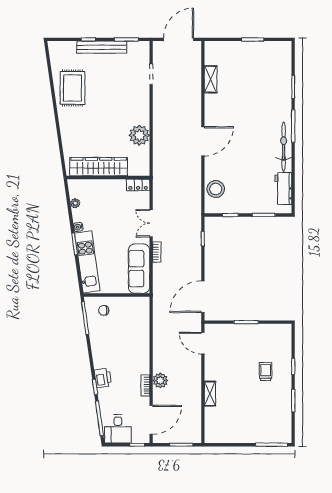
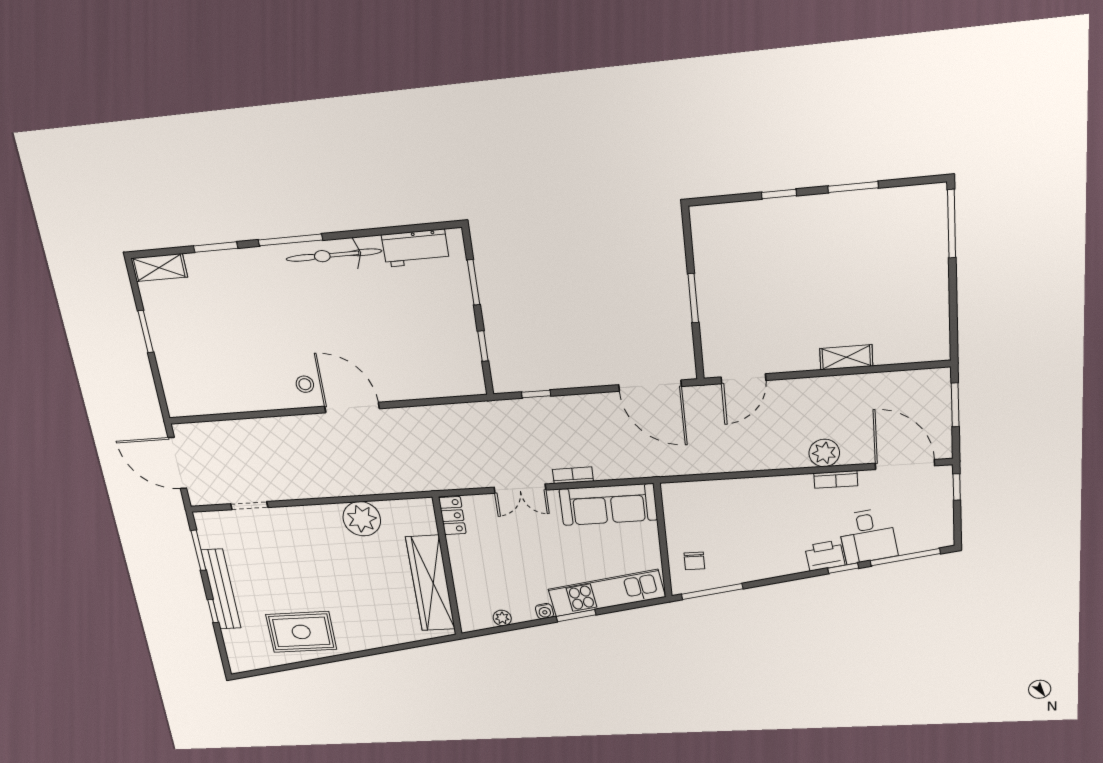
shelving: (211, 79) -> (159, 268), moved
stool: (216, 189) -> (305, 384), moved, width x0.53, depth x0.53
trolley: (266, 372) -> (794, 250), removed
desk: (118, 429) -> (868, 536), moved, turned 82

